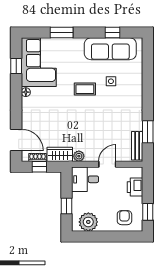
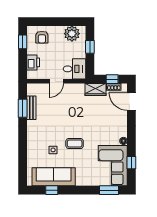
window: (62, 33) -> (109, 190), moved
bench: (137, 146) -> (31, 108), moved
plant: (79, 156) -> (80, 88), removed

